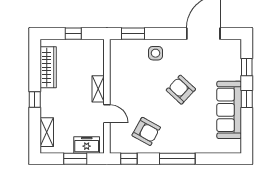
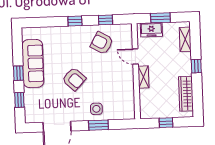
window: (133, 34) -> (98, 125), moved
window: (129, 159) -> (106, 20), moved
window: (177, 159) -> (75, 21), width x0.46

